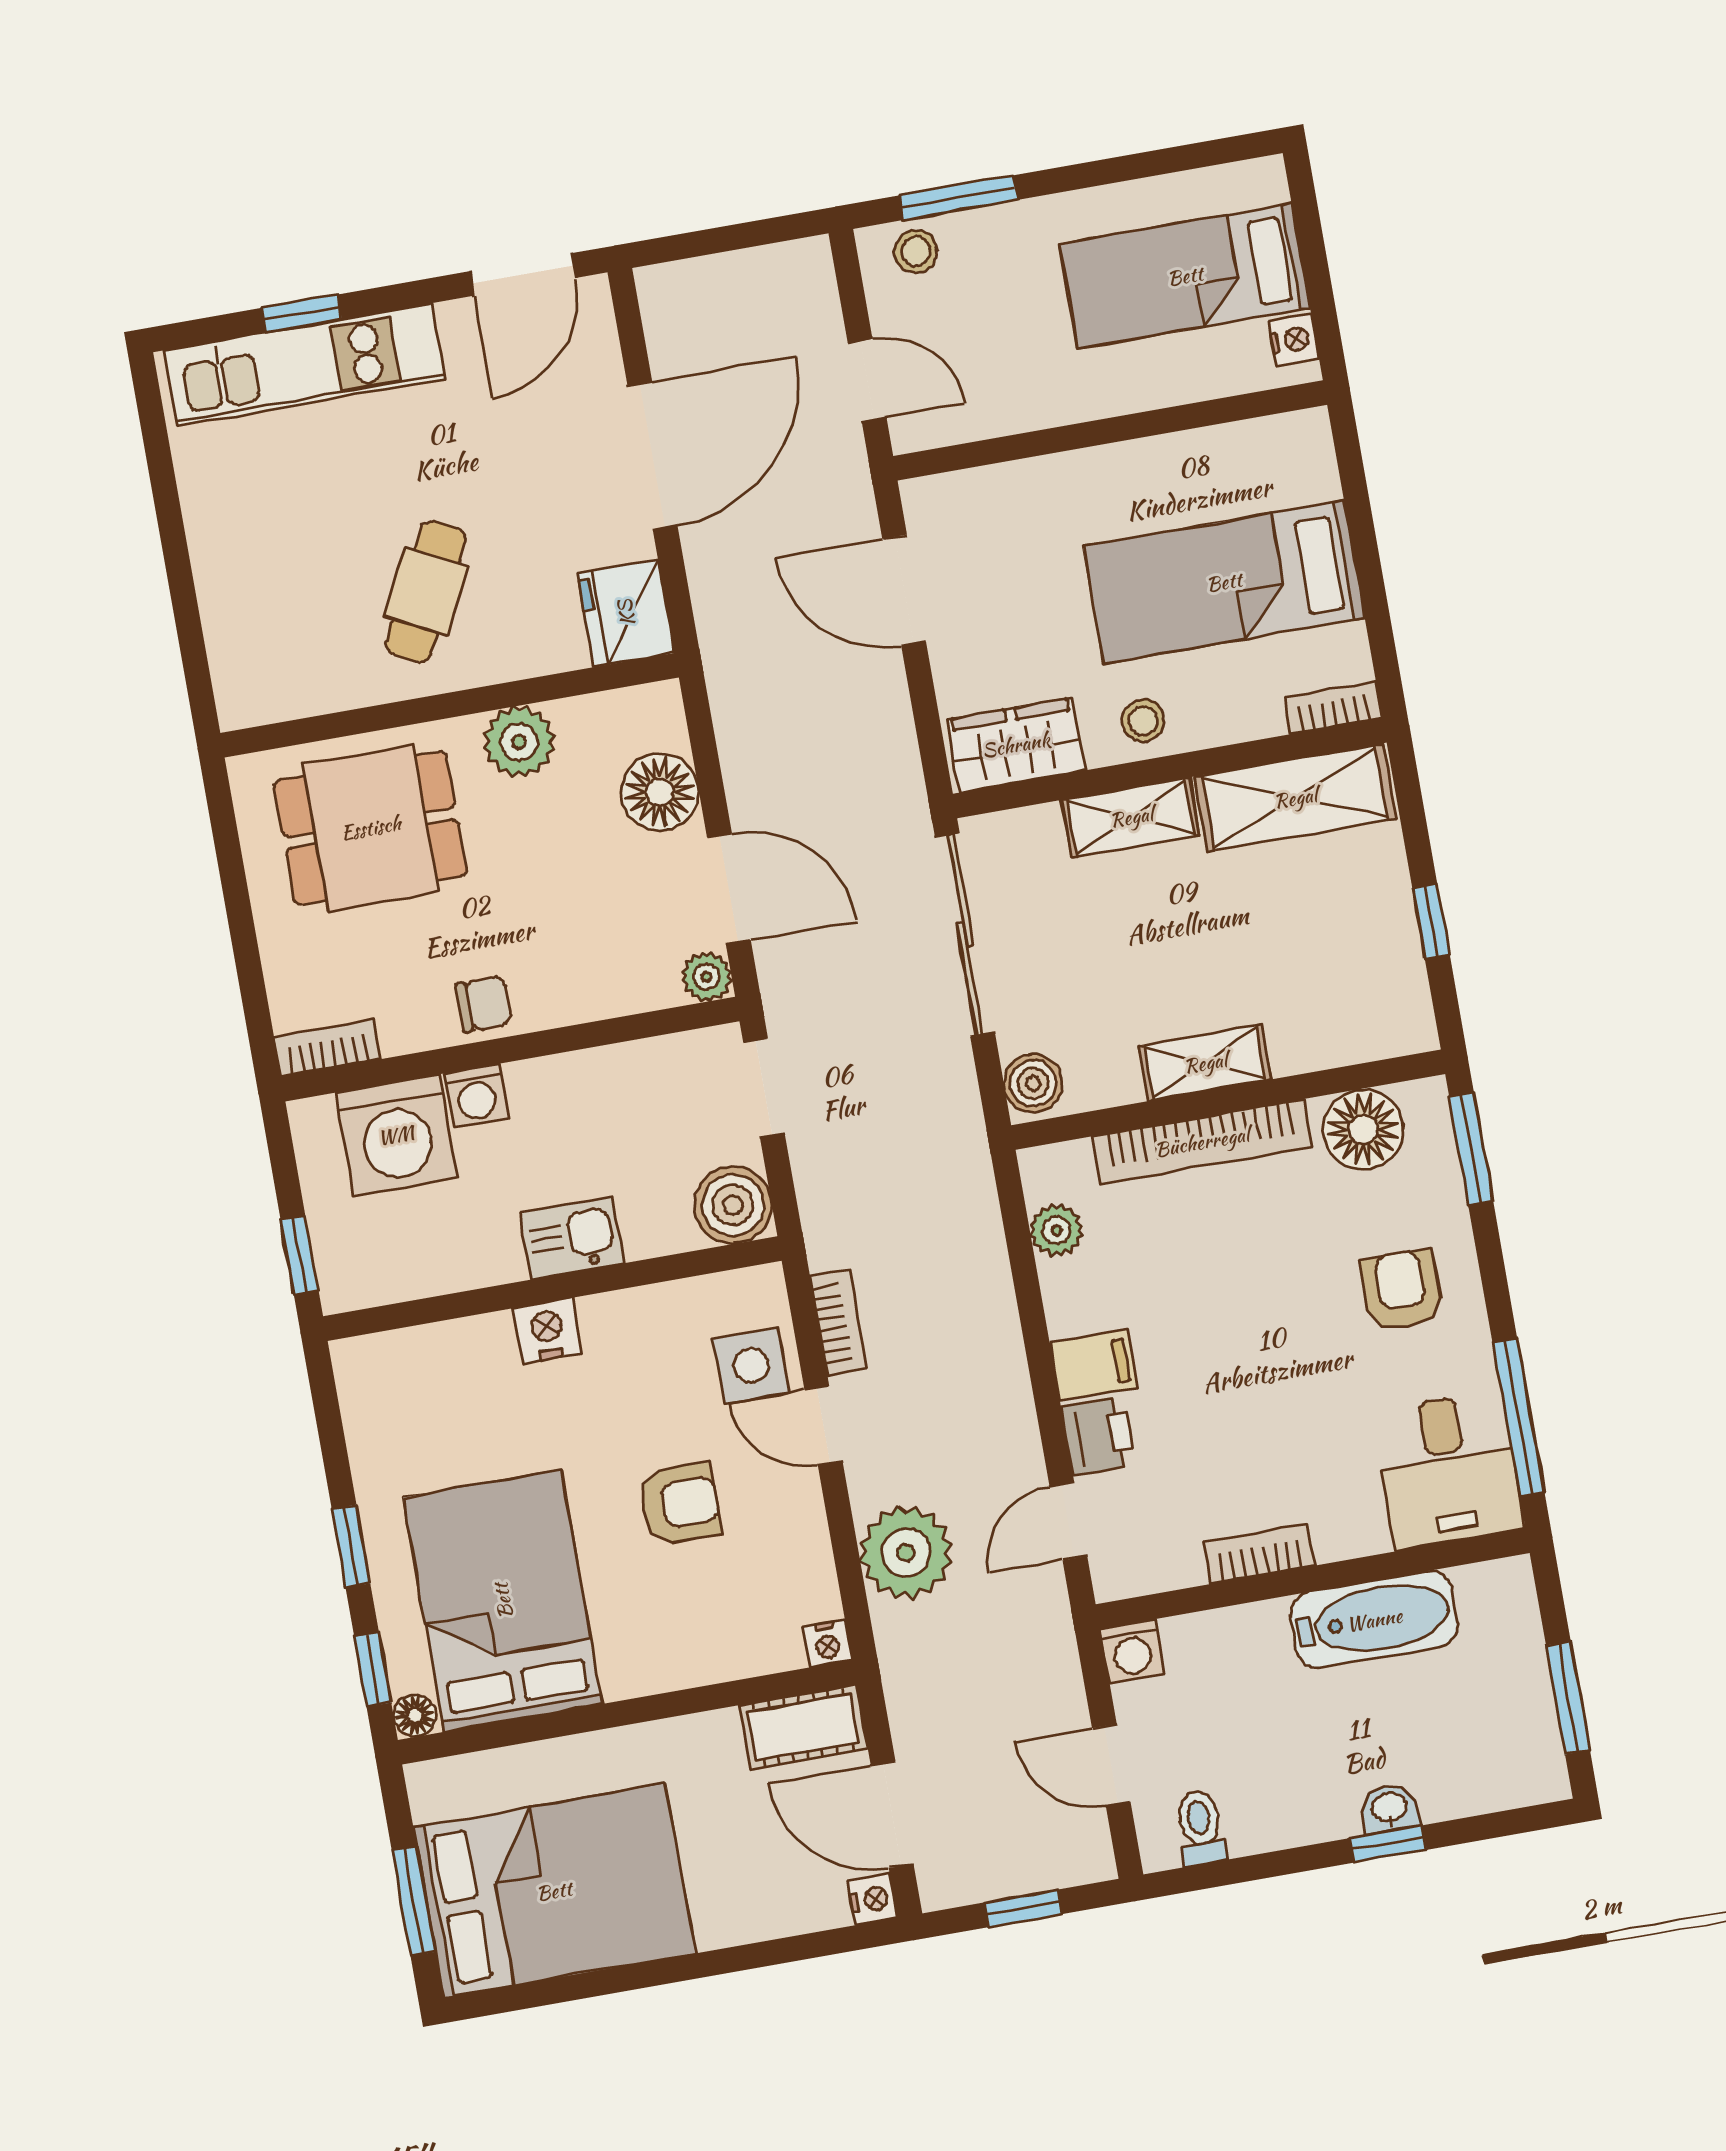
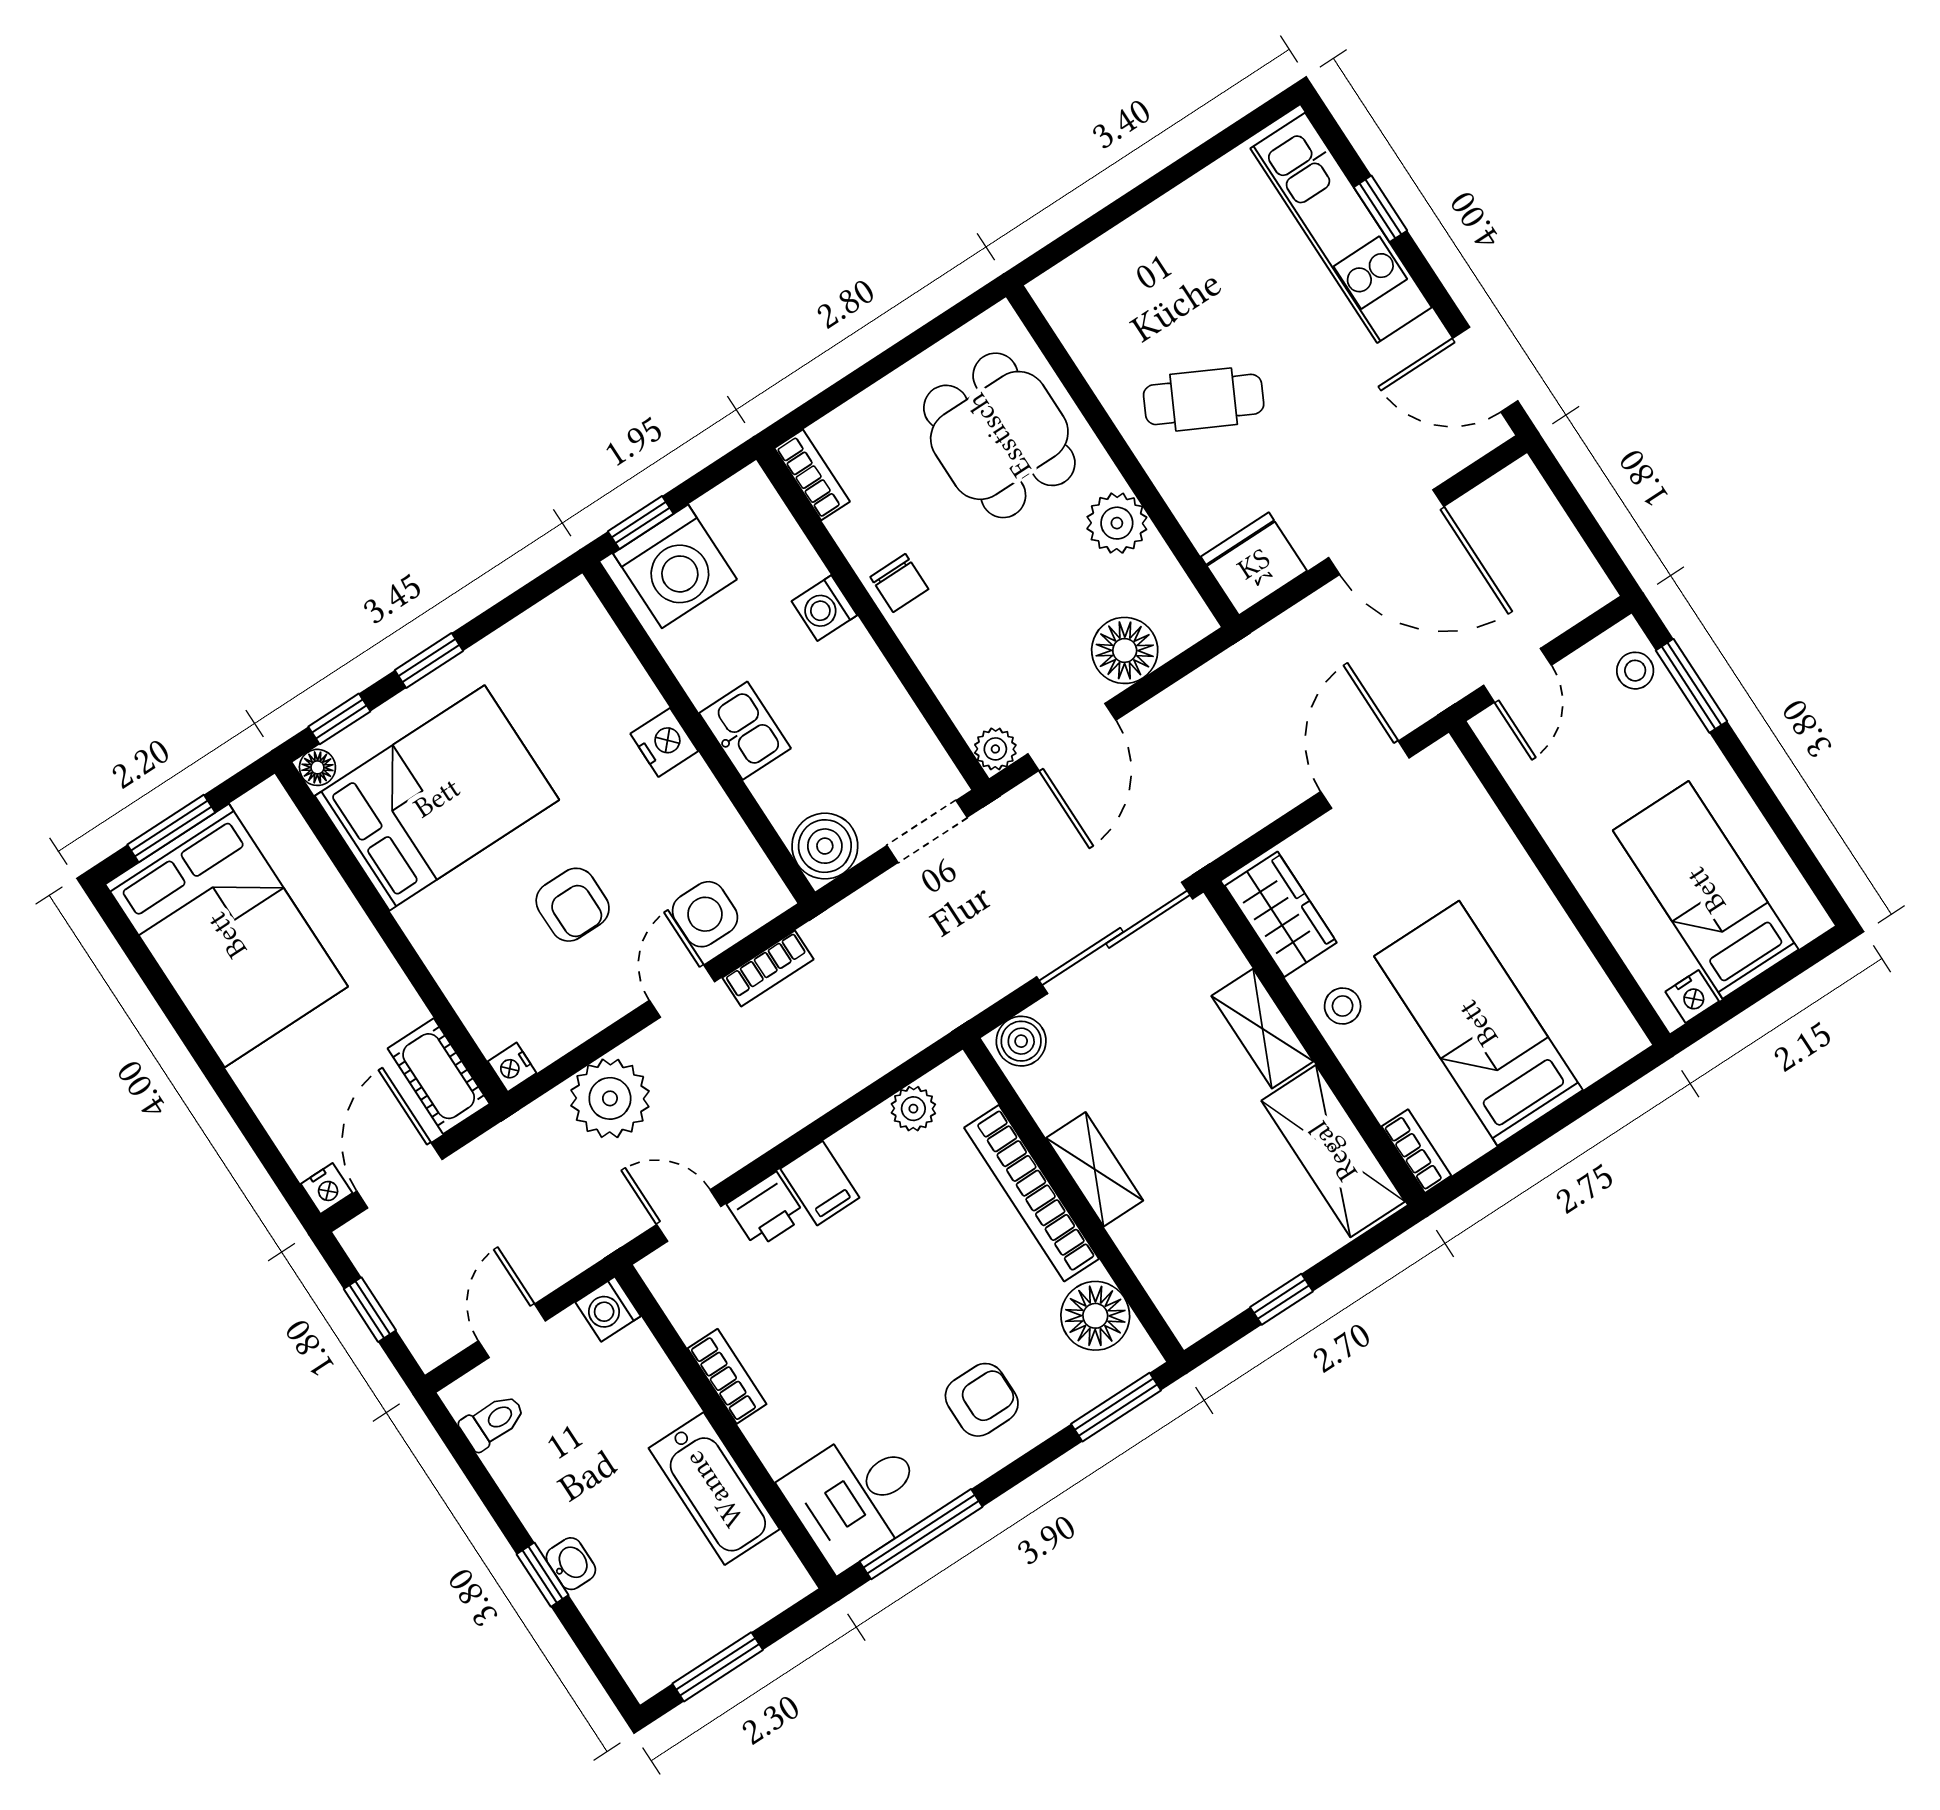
washing machine: (396, 1135) -> (675, 566), moved, turned -90

